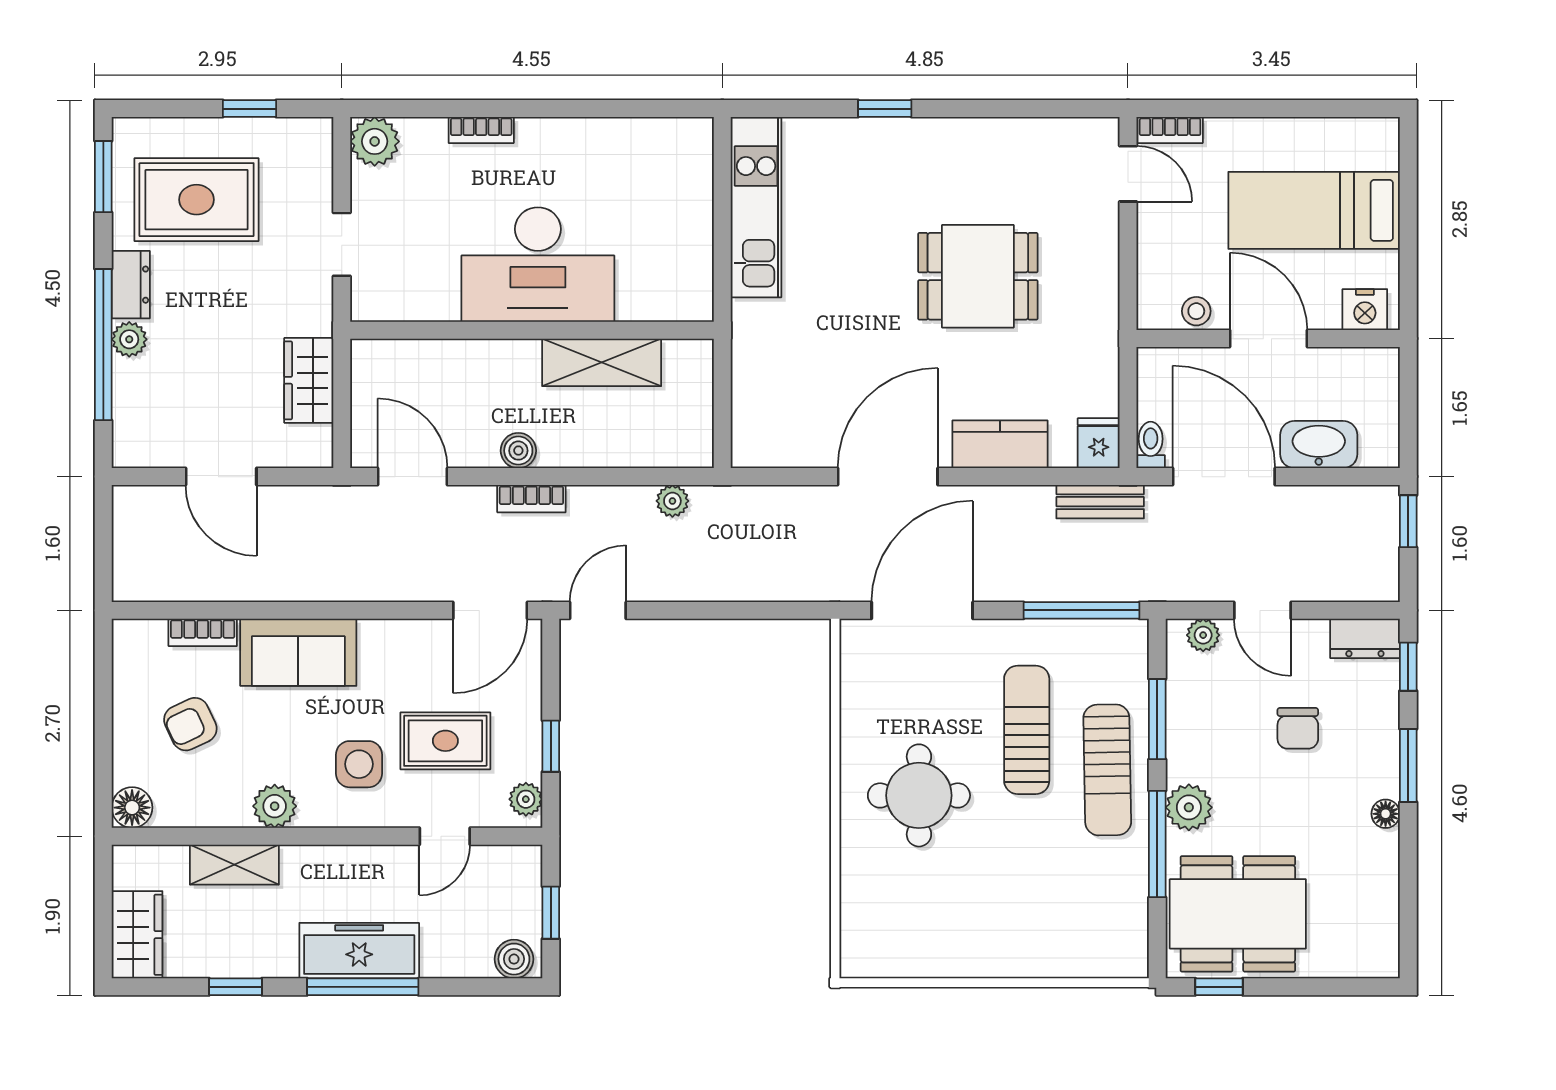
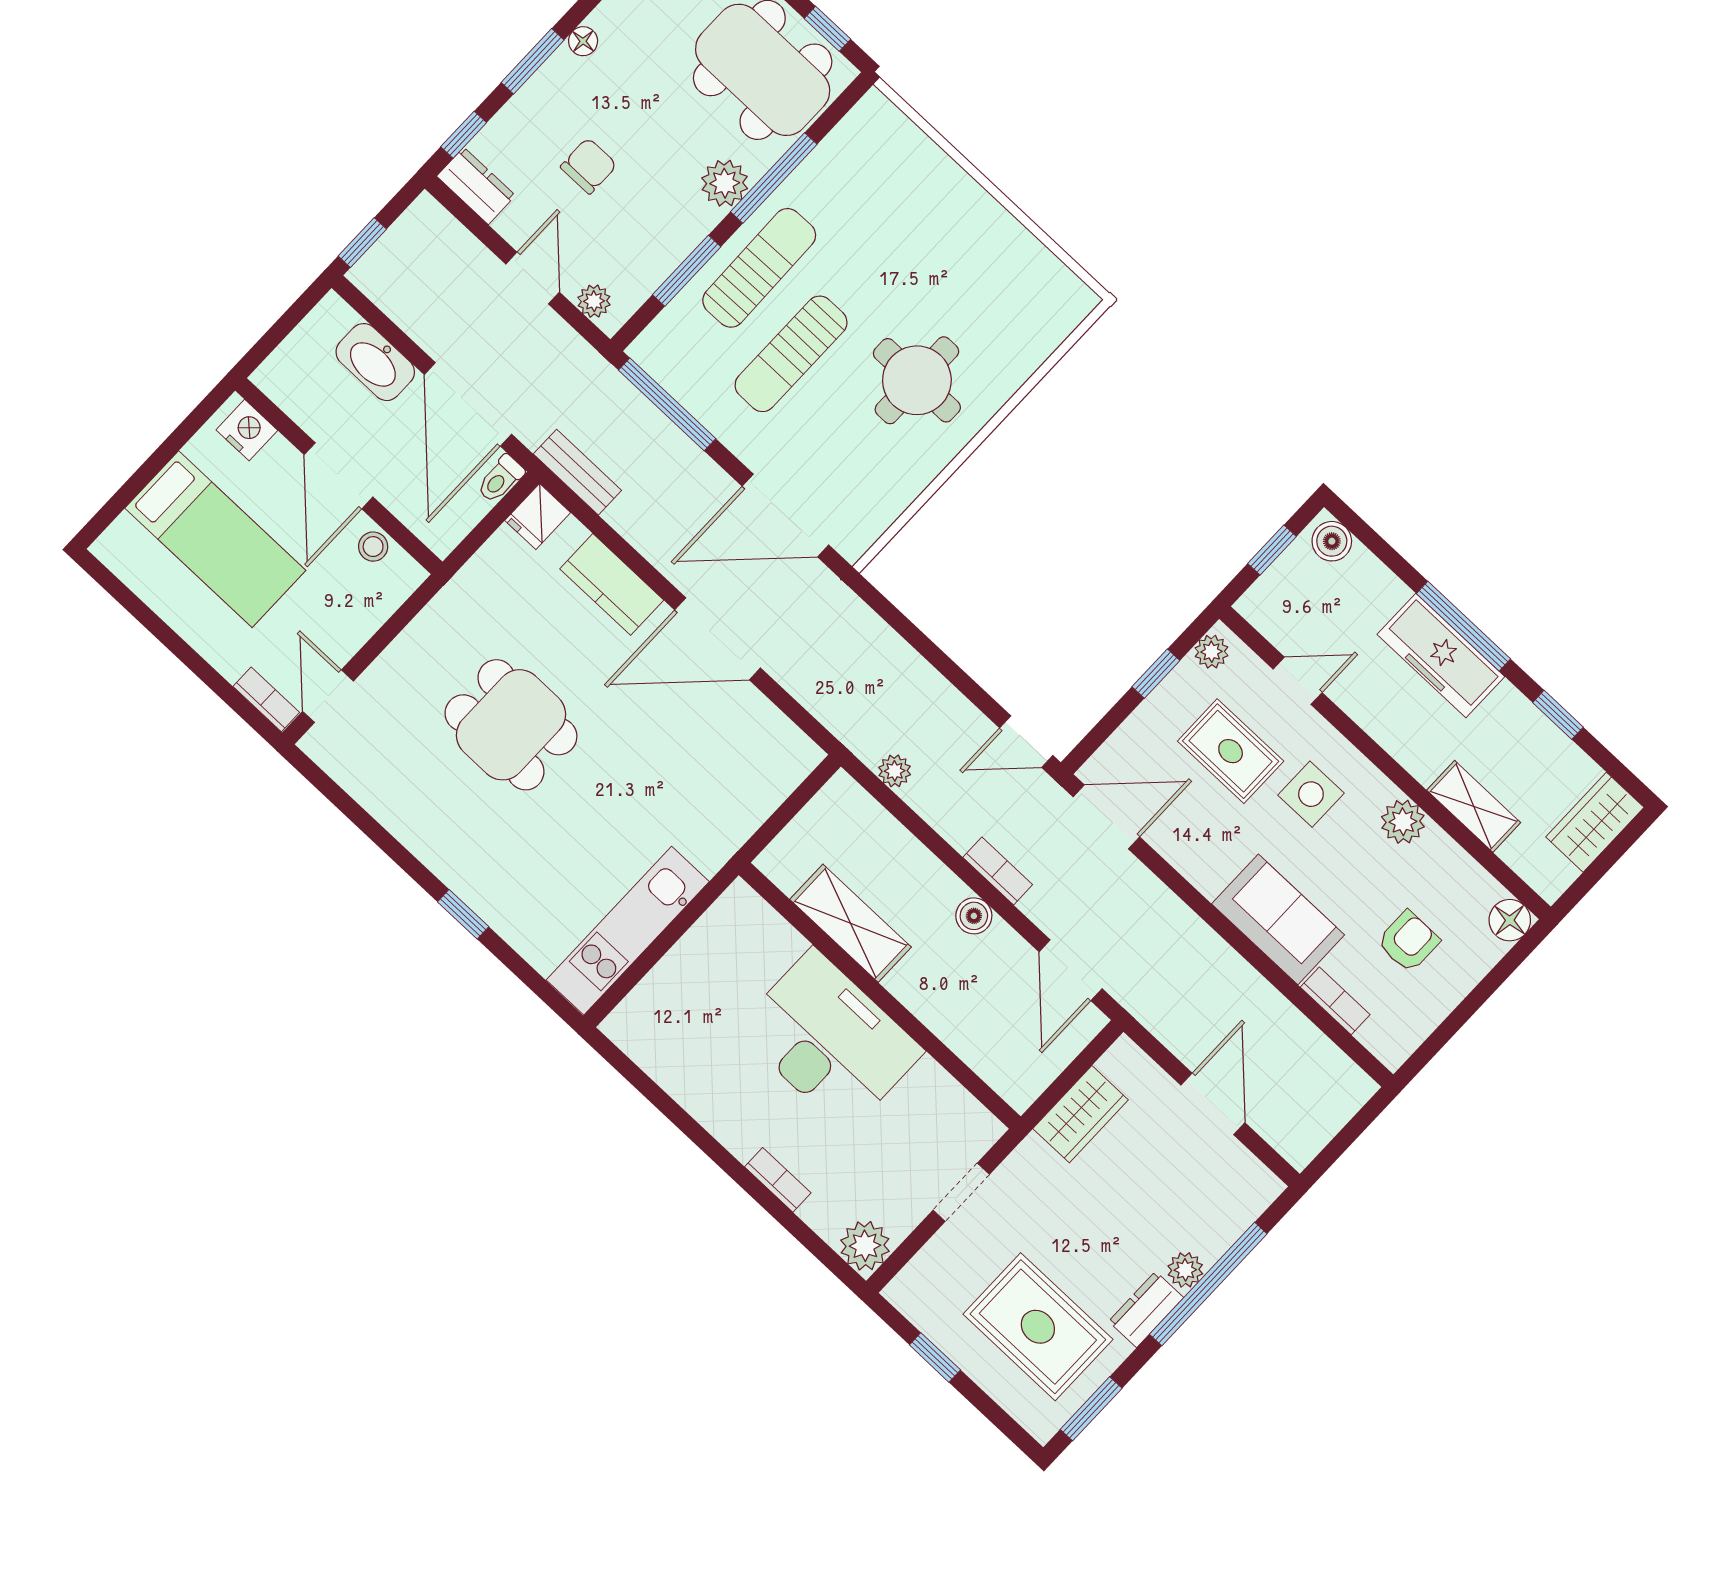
armchair: (190, 724) -> (1408, 941), turned -65

